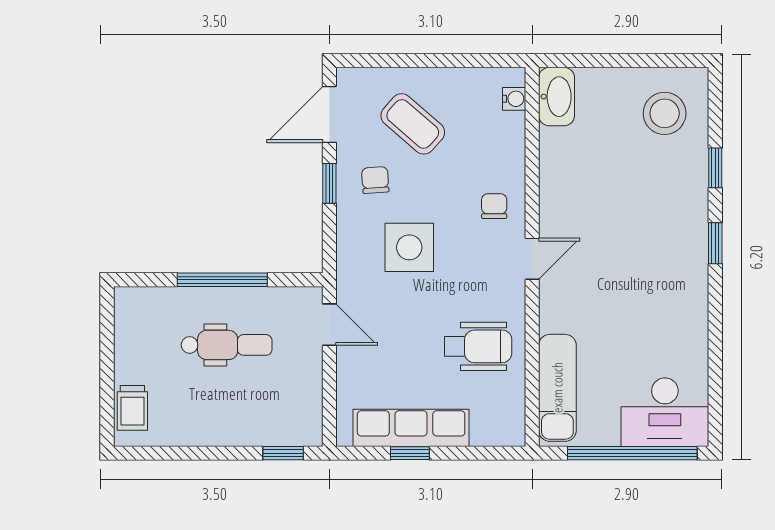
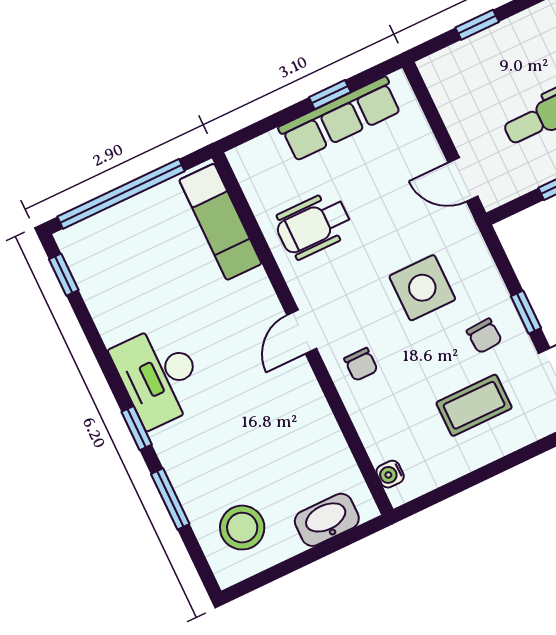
washbasin: (557, 97) -> (327, 520), moved, turned 90
coffee table: (413, 124) -> (474, 405), turned -41
window: (715, 168) -> (170, 499), width x1.50
window: (715, 407) -> (64, 275), added
desk: (665, 412) -> (159, 376), moved, turned -90
window: (283, 453) -> (477, 25), moved

